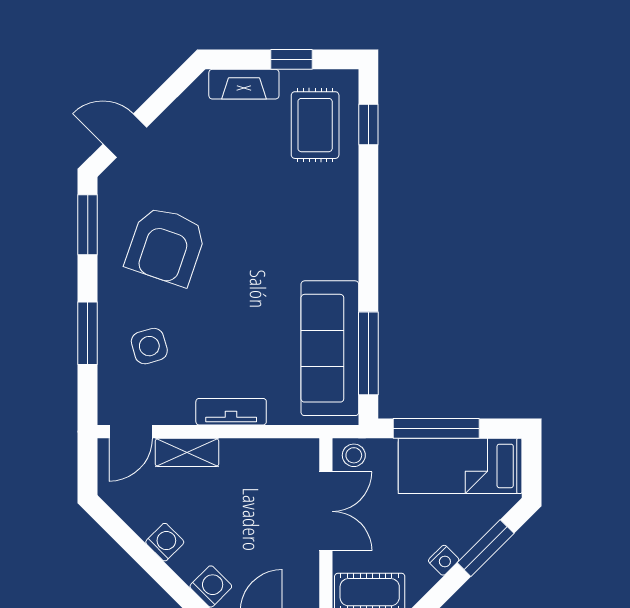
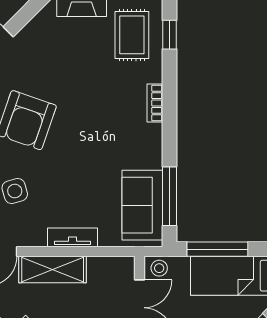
bookcase: (348, 221) -> (155, 103), added
sofa: (330, 348) -> (142, 205), width x0.73
shelving: (187, 452) -> (53, 270), width x1.50, depth x1.33

